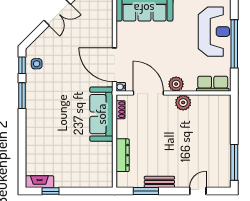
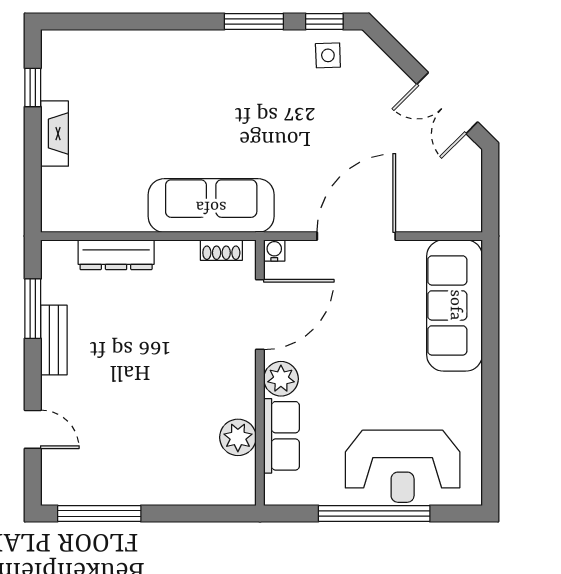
door: (115, 65) -> (356, 236), moved
row of seats: (213, 84) -> (282, 436), moved
plant: (183, 103) -> (238, 437), moved
fireplace: (39, 182) -> (55, 134), moved

